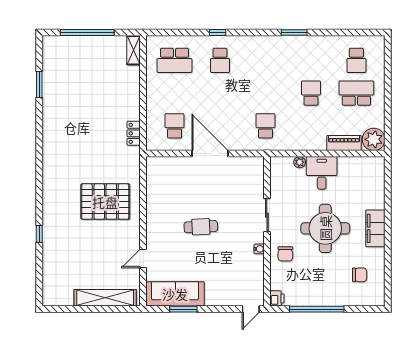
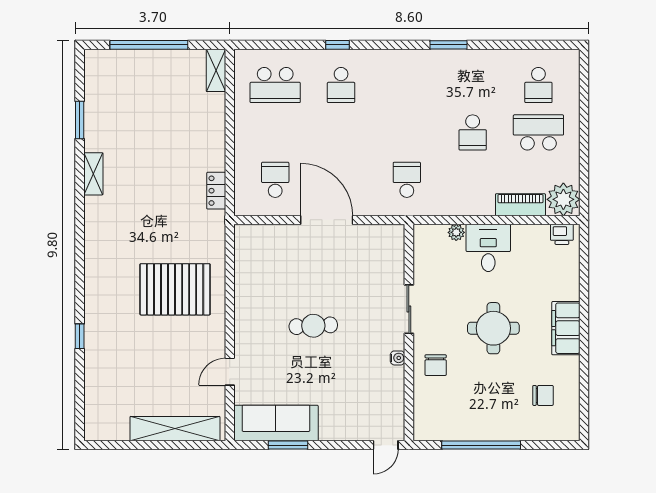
school desk: (311, 93) -> (473, 132), turned 180
shelving: (49, 122) -> (93, 174), added
round table: (325, 228) -> (493, 328), width x0.73, depth x0.73
printer: (277, 298) -> (562, 234), moved, turned 90

